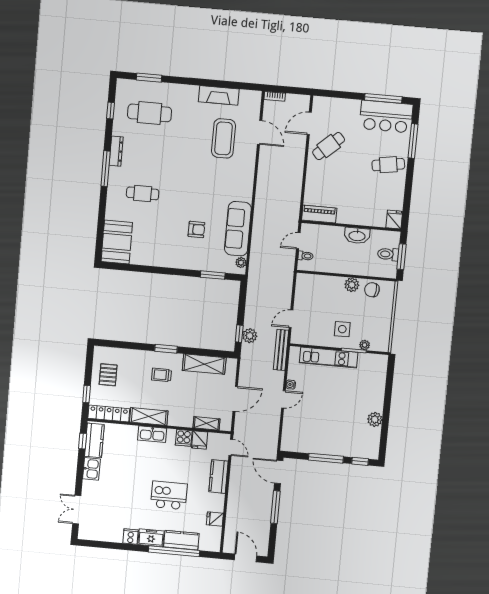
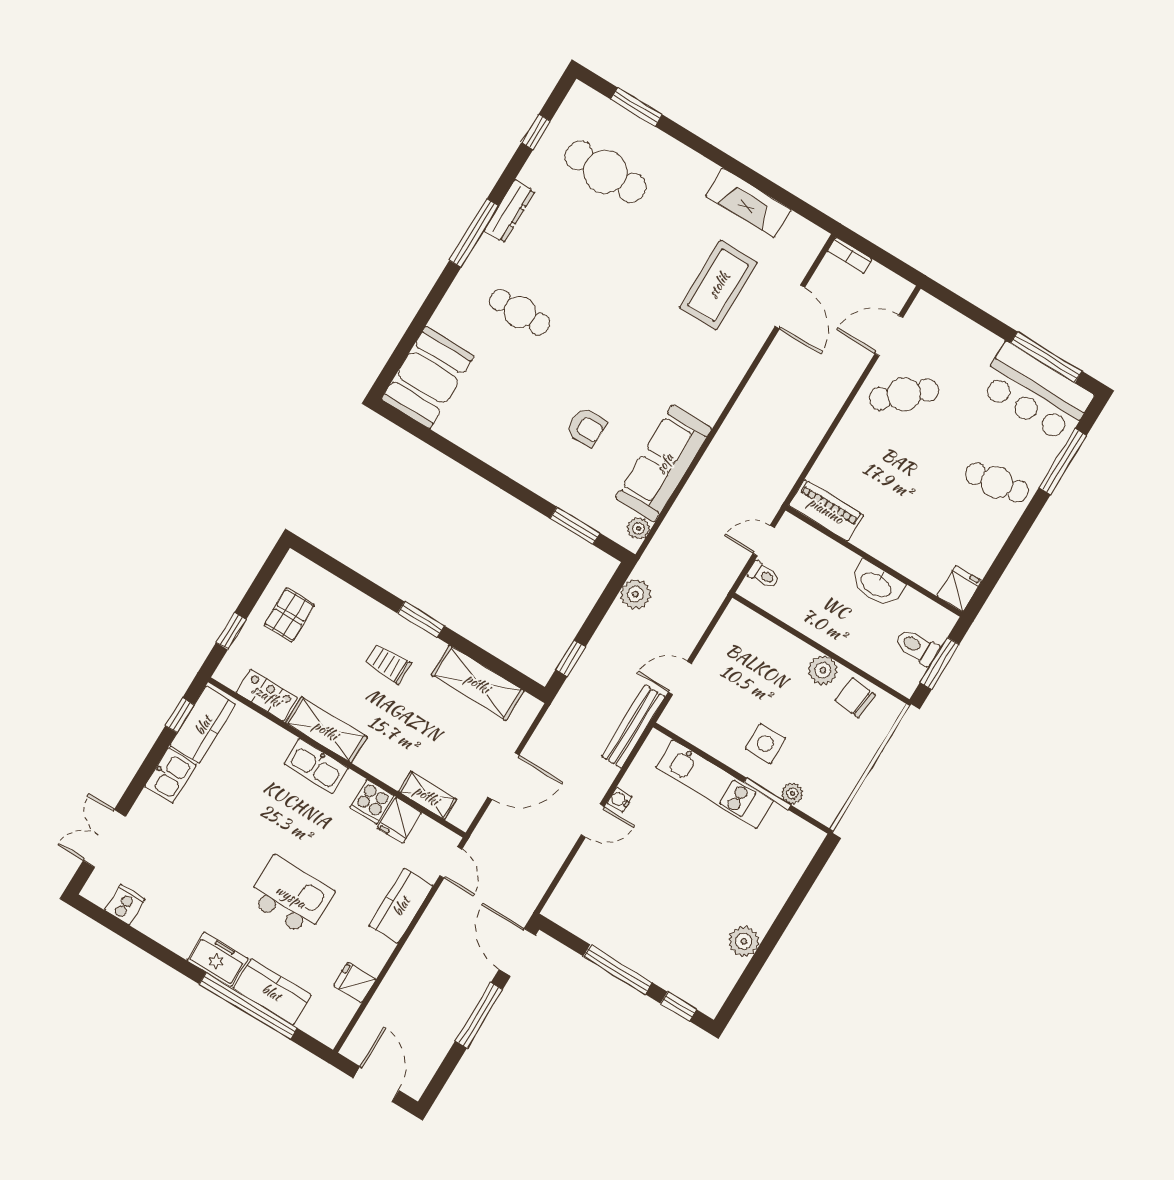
plant: (250, 336) -> (636, 594), moved
locker: (109, 413) -> (267, 695), width x0.66
cooker: (131, 537) -> (125, 905), moved

